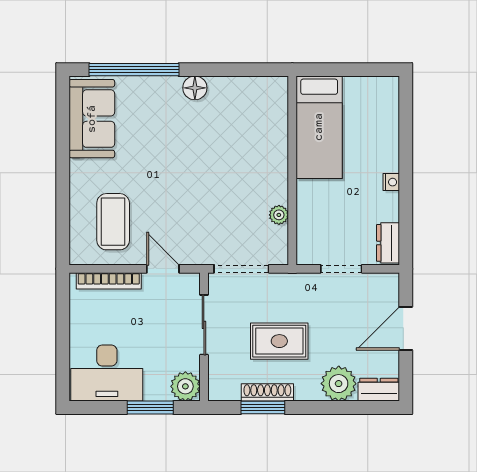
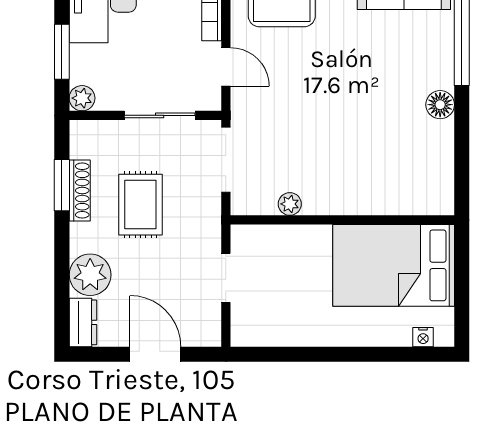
bed: (319, 127) -> (394, 265), width x1.50
nightstand: (391, 182) -> (423, 337), moved
dresser: (388, 243) -> (257, 333), removed
door: (163, 269) -> (226, 67), hinge flipped
plant: (185, 386) -> (82, 98), width x0.73, depth x0.73

